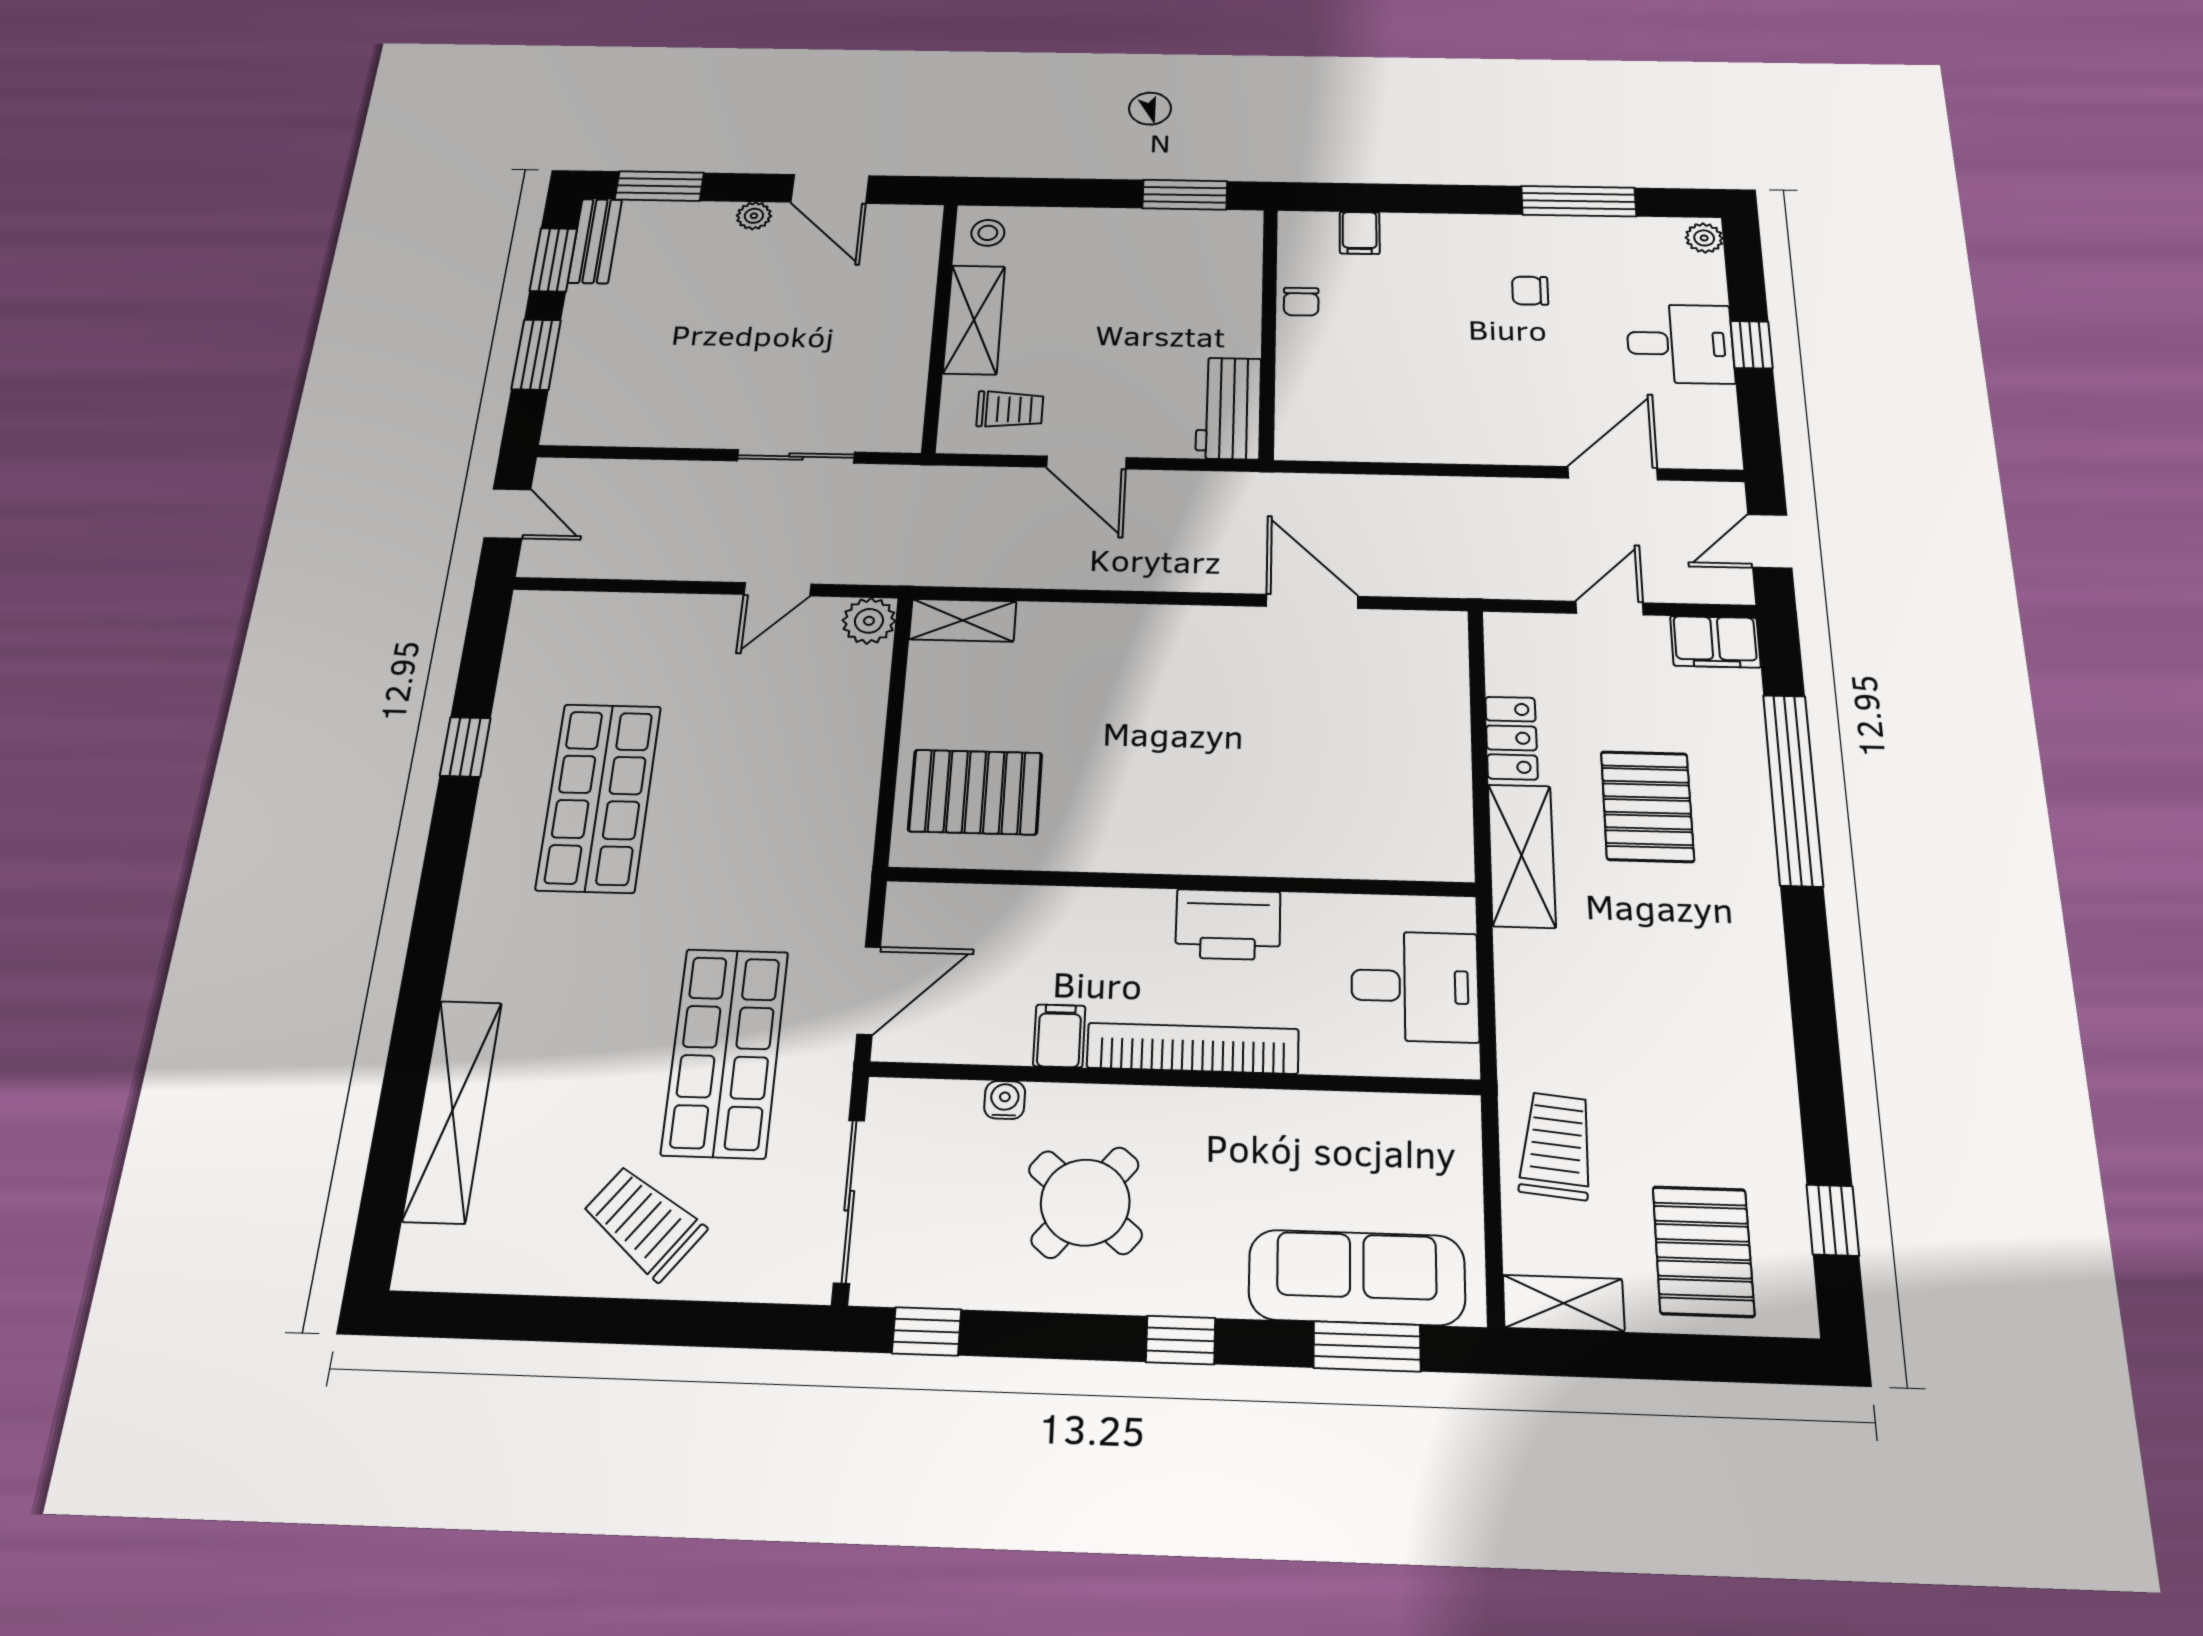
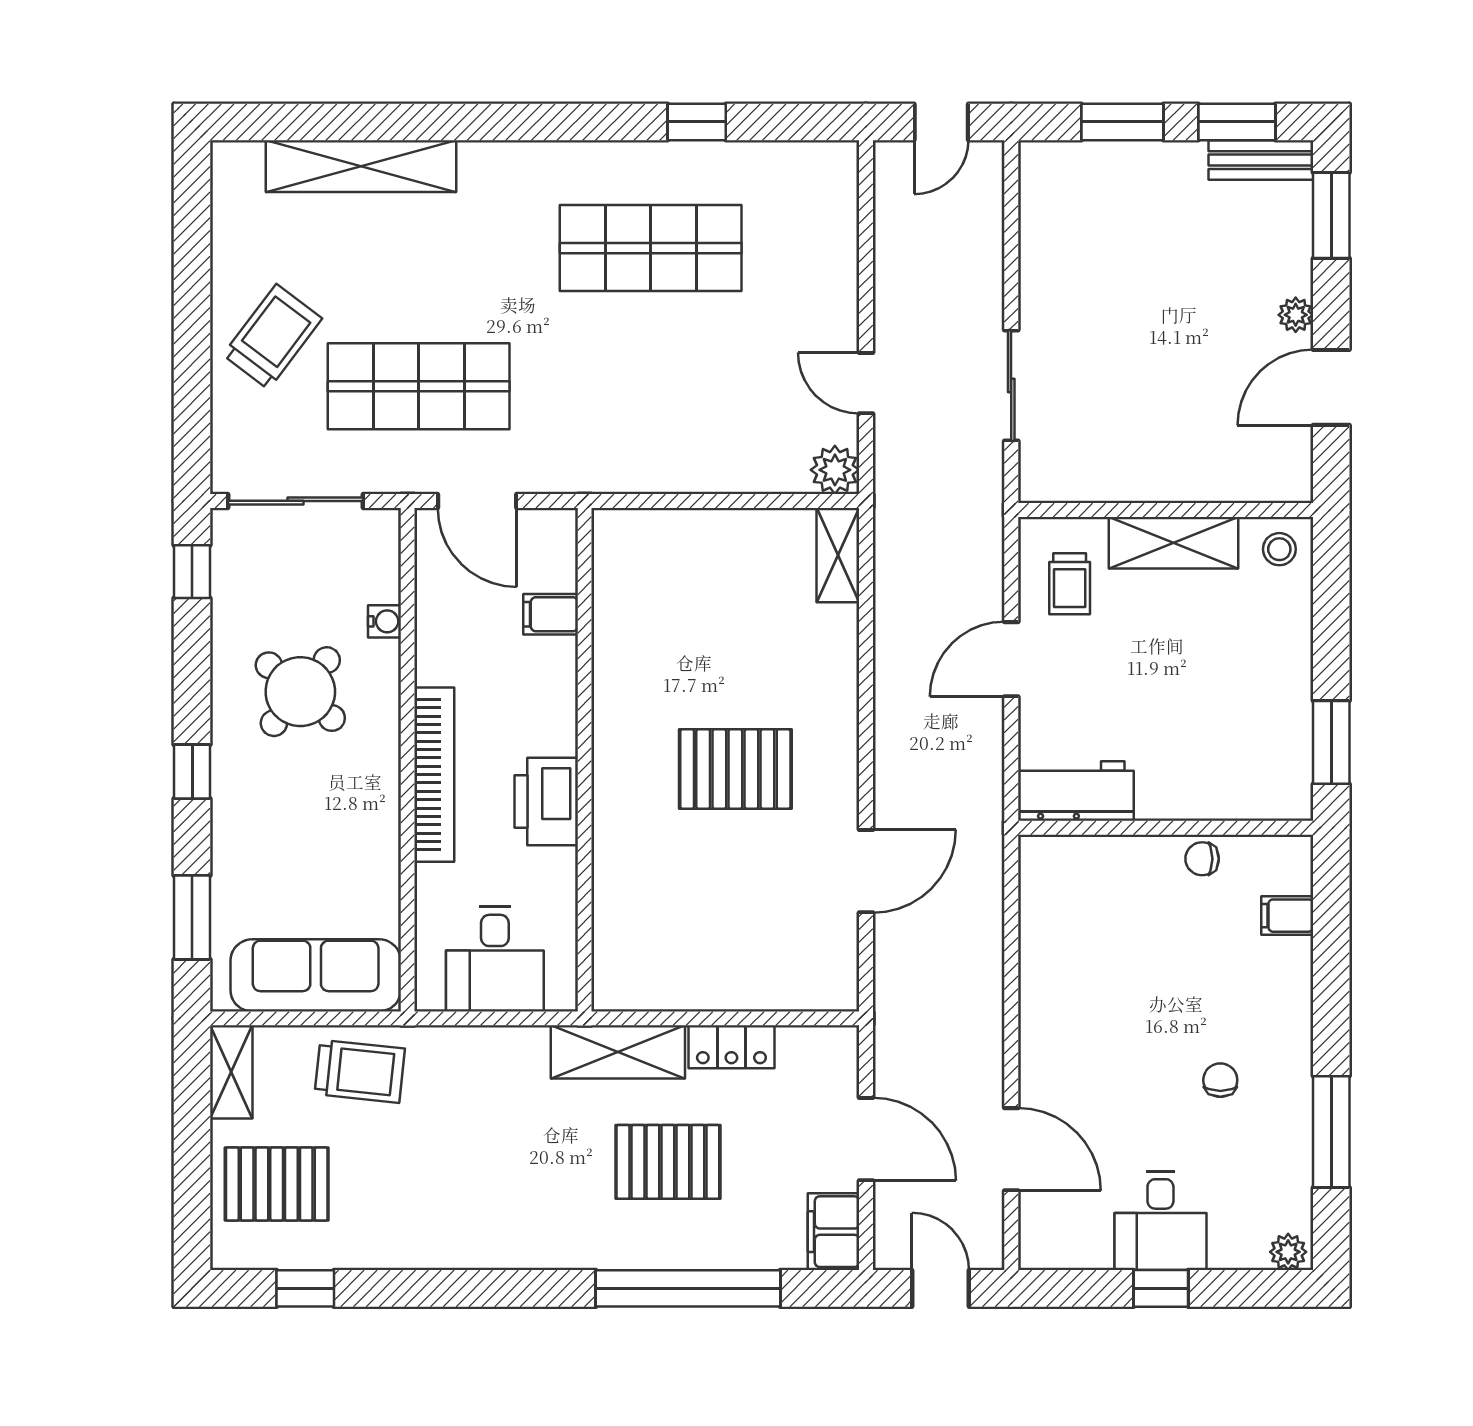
door: (1610, 608) -> (866, 1139), width x1.38
pallet: (975, 792) -> (735, 769), moved, turned 90
filing cabinet: (1059, 1036) -> (551, 614), moved, turned 180
sofa: (1357, 1277) -> (316, 975), moved, turned -90

